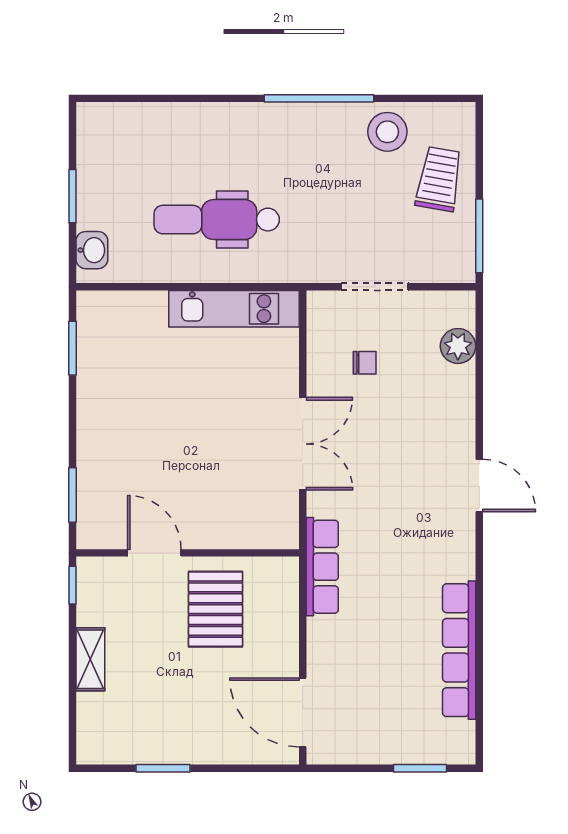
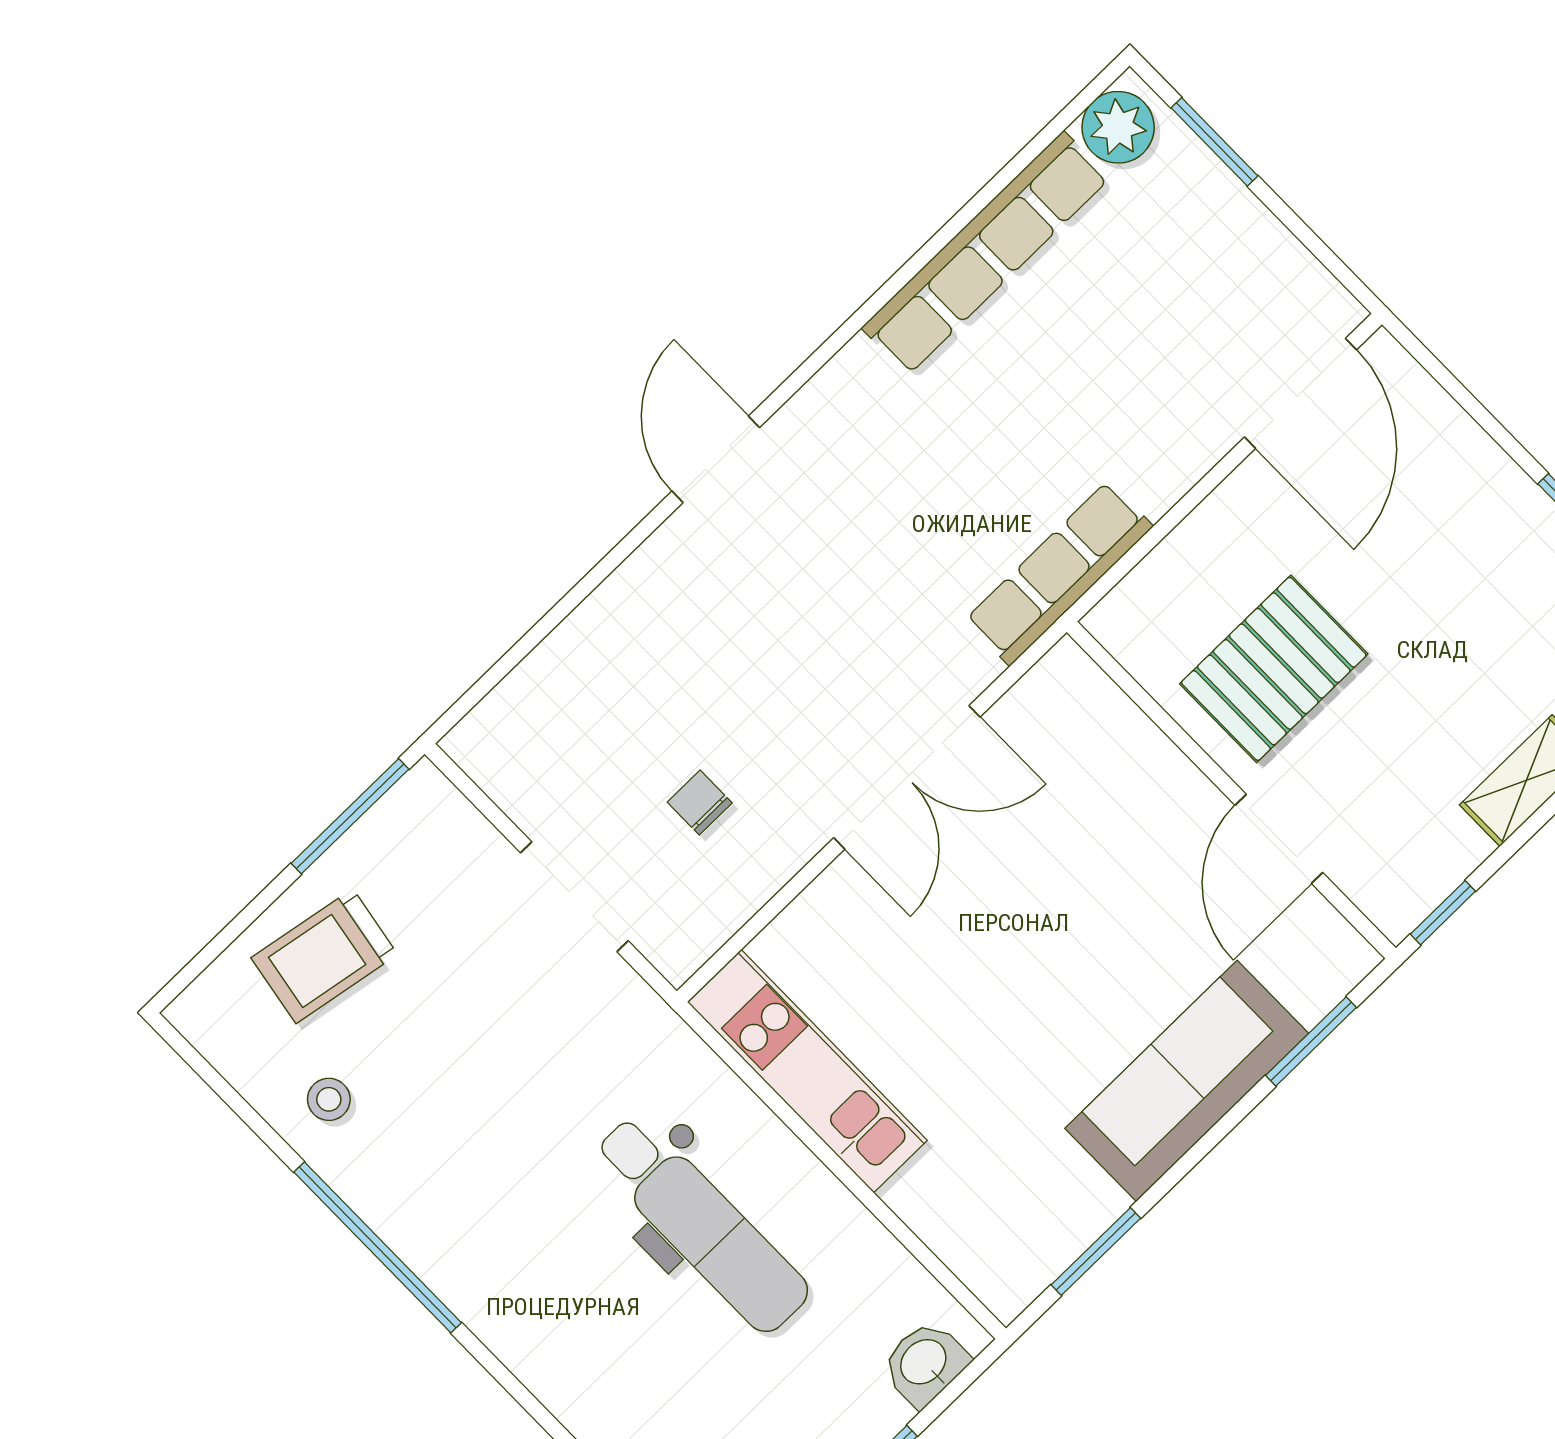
stool: (387, 132) -> (329, 1099), width x0.53, depth x0.53
plant: (458, 346) -> (1118, 127), moved
sofa: (101, 438) -> (1187, 1081), added
double door: (303, 444) -> (907, 777), swing flipped

